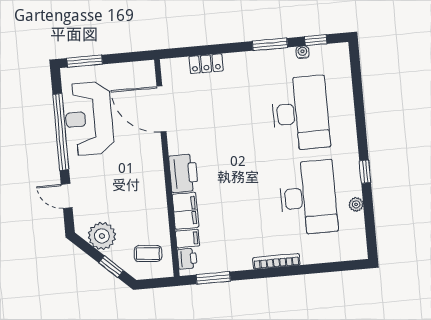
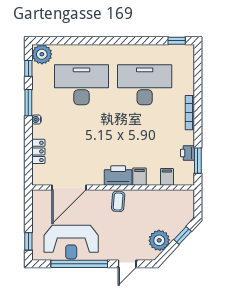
water cooler: (303, 52) -> (36, 119), moved
window: (85, 61) -> (28, 241), width x0.67
window: (365, 172) -> (177, 41), moved
plant: (356, 204) -> (42, 54), moved, width x1.87, depth x1.87
filing cabinet: (185, 211) -> (140, 177), width x0.50
coffee table: (148, 254) -> (118, 201), moved
printer: (187, 259) -> (187, 153), moved, turned -90

